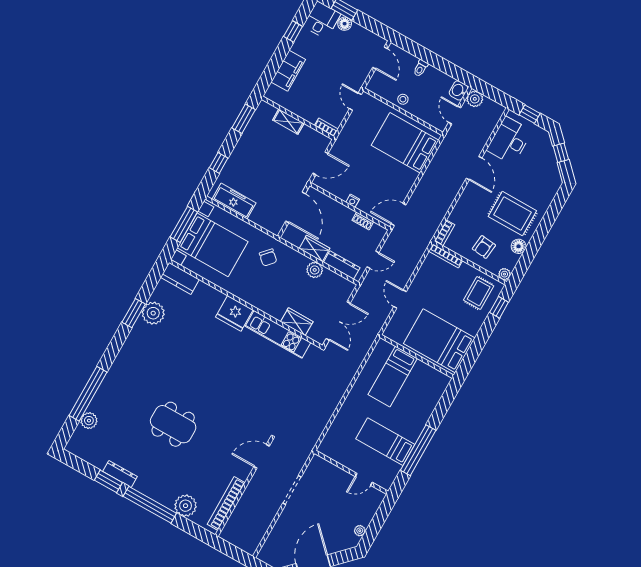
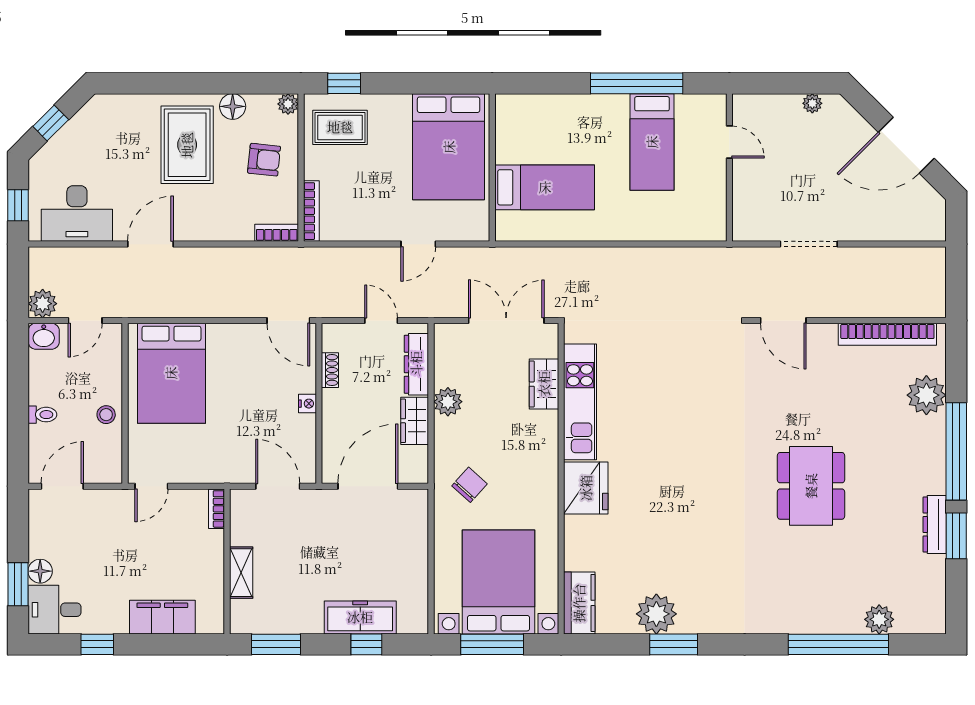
freezer: (234, 201) -> (360, 617), moved, turned 90

